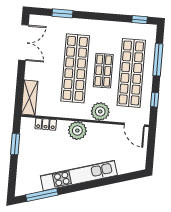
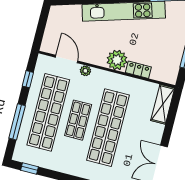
plant: (100, 111) -> (85, 71), width x0.53, depth x0.53
locker: (46, 124) -> (138, 70), moved
door: (134, 125) -> (67, 59), moved

